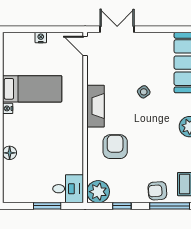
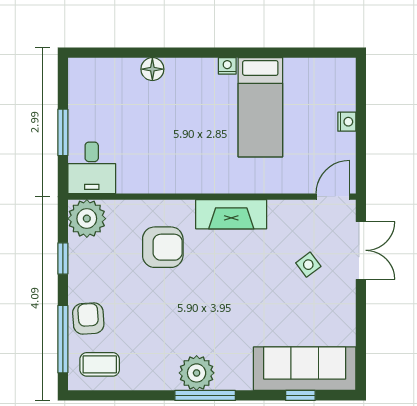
side table: (144, 92) -> (308, 265), moved

